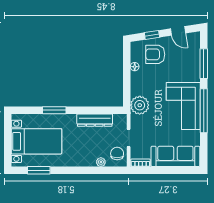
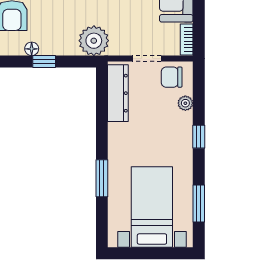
window: (127, 74) -> (44, 61), added
dresser: (95, 120) -> (118, 93), moved
window: (80, 170) -> (199, 137), added

